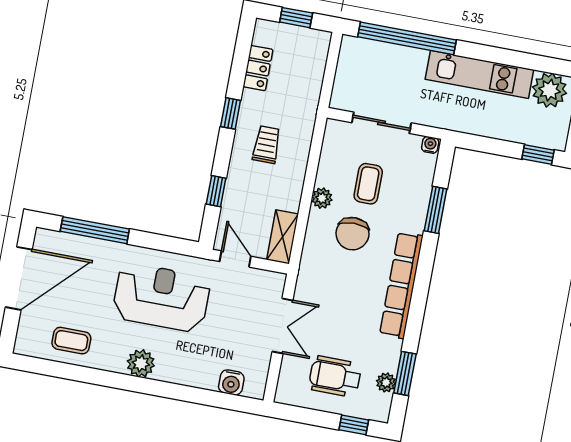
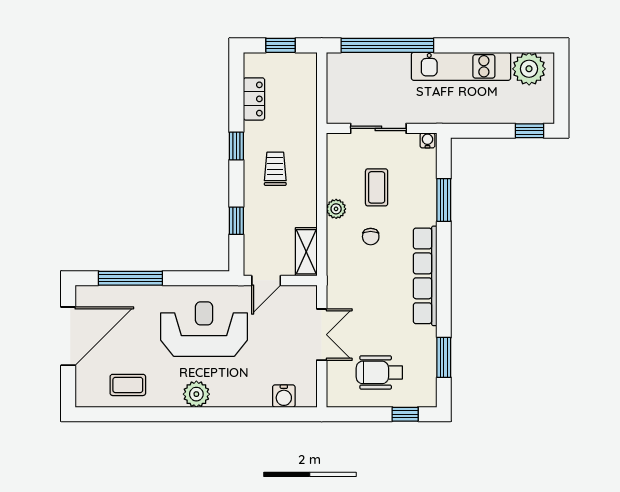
chair: (352, 234) -> (371, 237), width x0.54, depth x0.54
door: (235, 259) -> (266, 280), swing flipped
plant: (386, 382) -> (428, 369), removed

